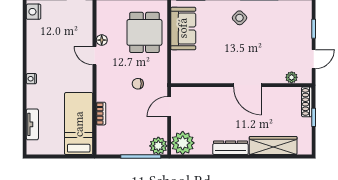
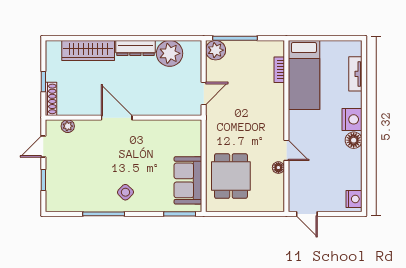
floor lamp: (34, 65) -> (354, 140), added
nightstand: (31, 79) -> (352, 119), width x1.89, depth x1.79
chair: (138, 84) -> (238, 119), removed
bookcase: (101, 114) -> (279, 70), moved
plant: (183, 143) -> (170, 53), moved

